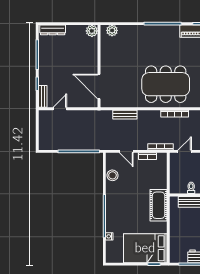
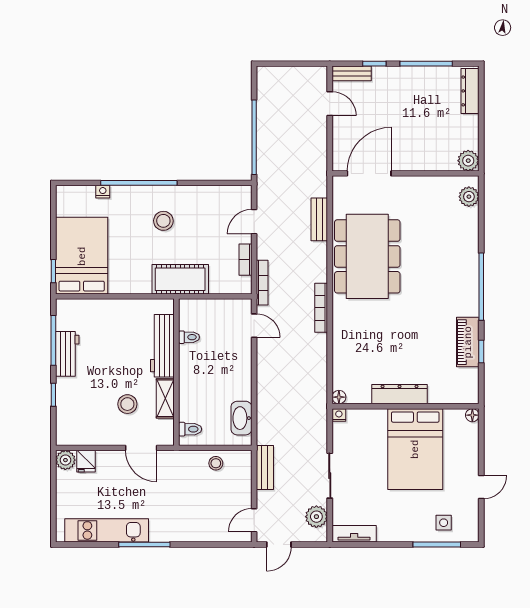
dining table: (166, 84) -> (367, 256), moved
stool: (112, 175) -> (163, 221), moved
cot: (159, 205) -> (180, 279), moved

